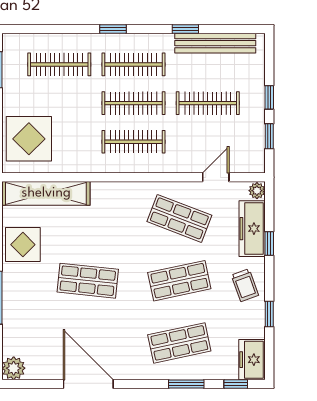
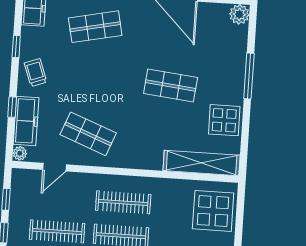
shop shelf: (179, 281) -> (92, 80), removed

